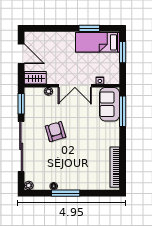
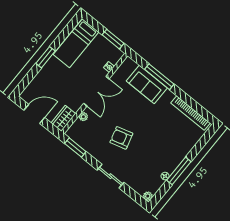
window: (89, 28) -> (46, 57), moved
window: (123, 52) -> (113, 39), moved
sofa: (110, 104) -> (147, 85), moved
window: (123, 111) -> (159, 77), moved
sliding door: (21, 146) -> (111, 176), width x0.54

